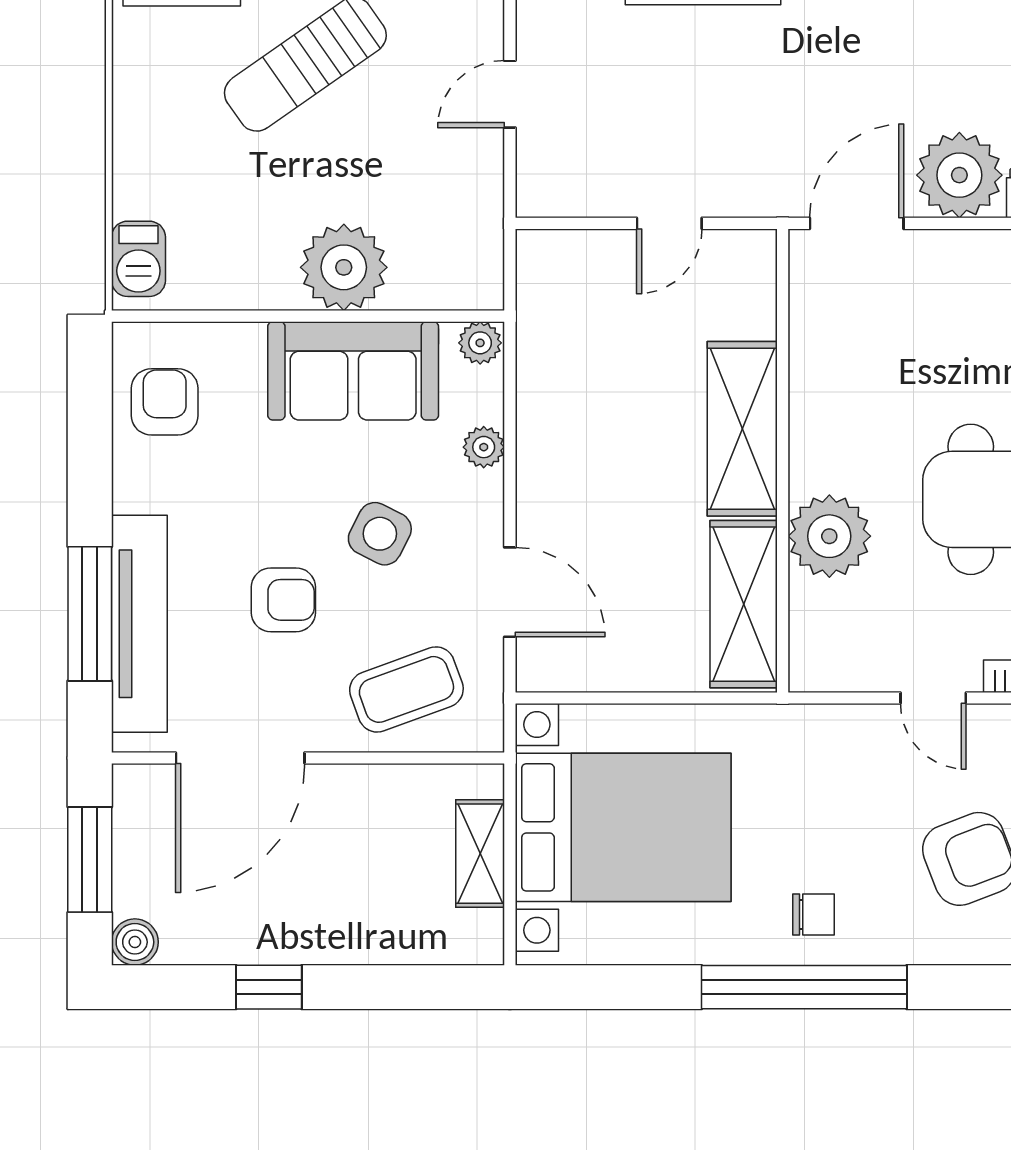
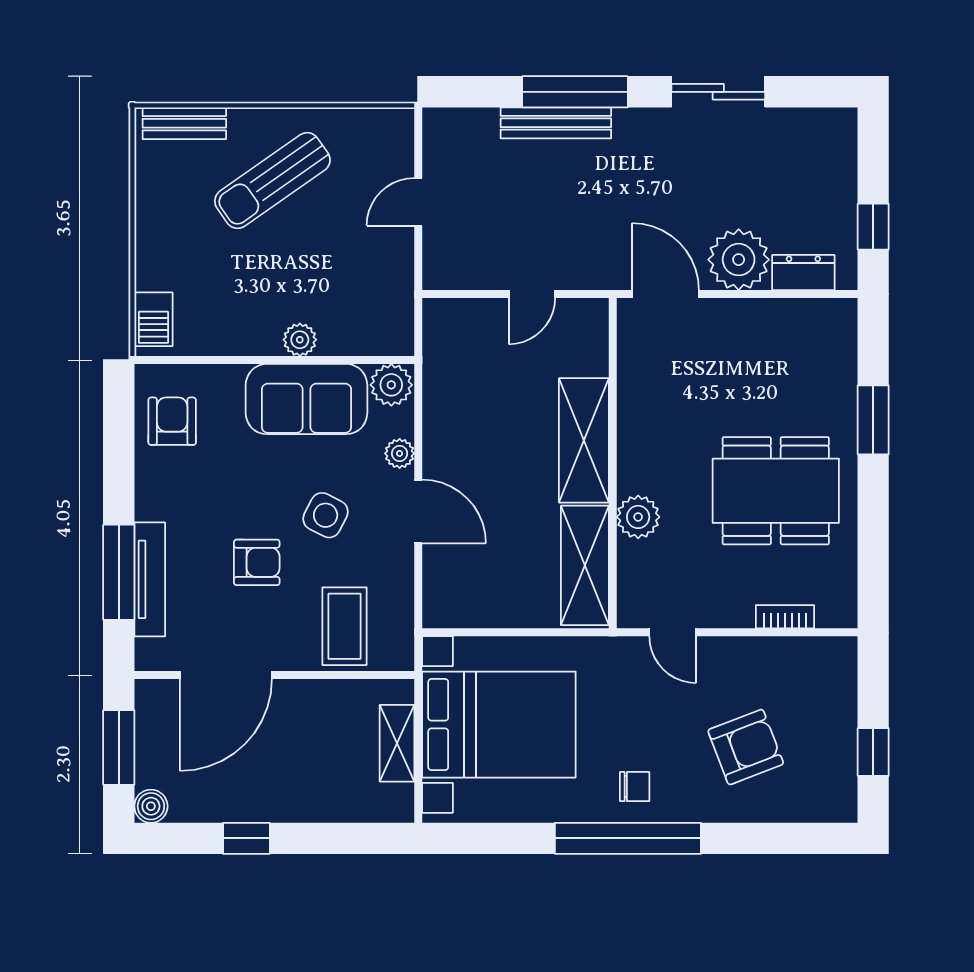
door: (857, 223) -> (665, 294), hinge flipped
plant: (344, 267) -> (300, 340), width x0.53, depth x0.53
plant: (480, 343) -> (391, 385), width x1.38, depth x1.38
plant: (829, 536) -> (638, 517), width x0.73, depth x0.73
door: (510, 592) -> (418, 512), moved
tv unit: (139, 624) -> (150, 579), width x0.73, depth x0.78
coffee table: (406, 689) -> (345, 626), turned -70
door: (933, 698) -> (673, 632), moved

